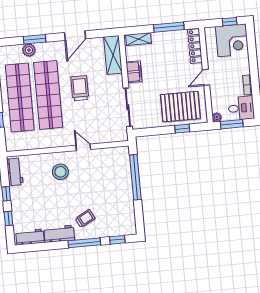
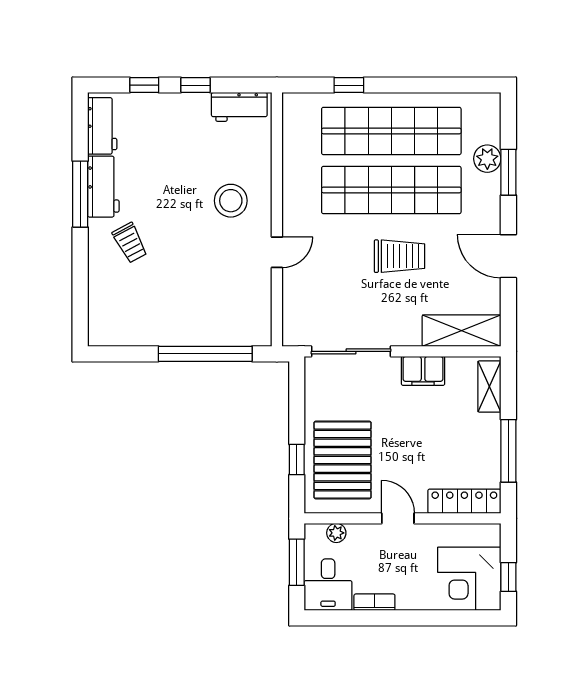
plant: (217, 117) -> (336, 533), moved
window: (117, 240) -> (80, 305), removed
window: (84, 243) -> (80, 194), moved

